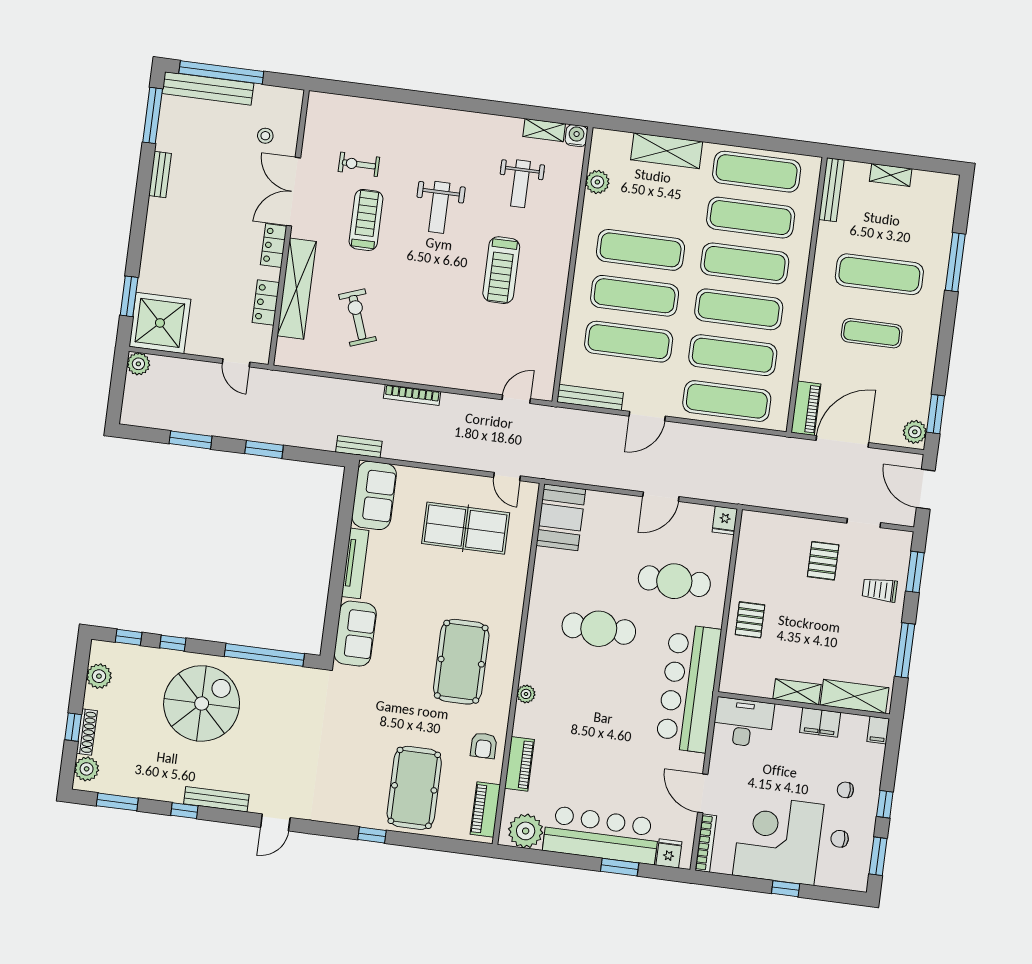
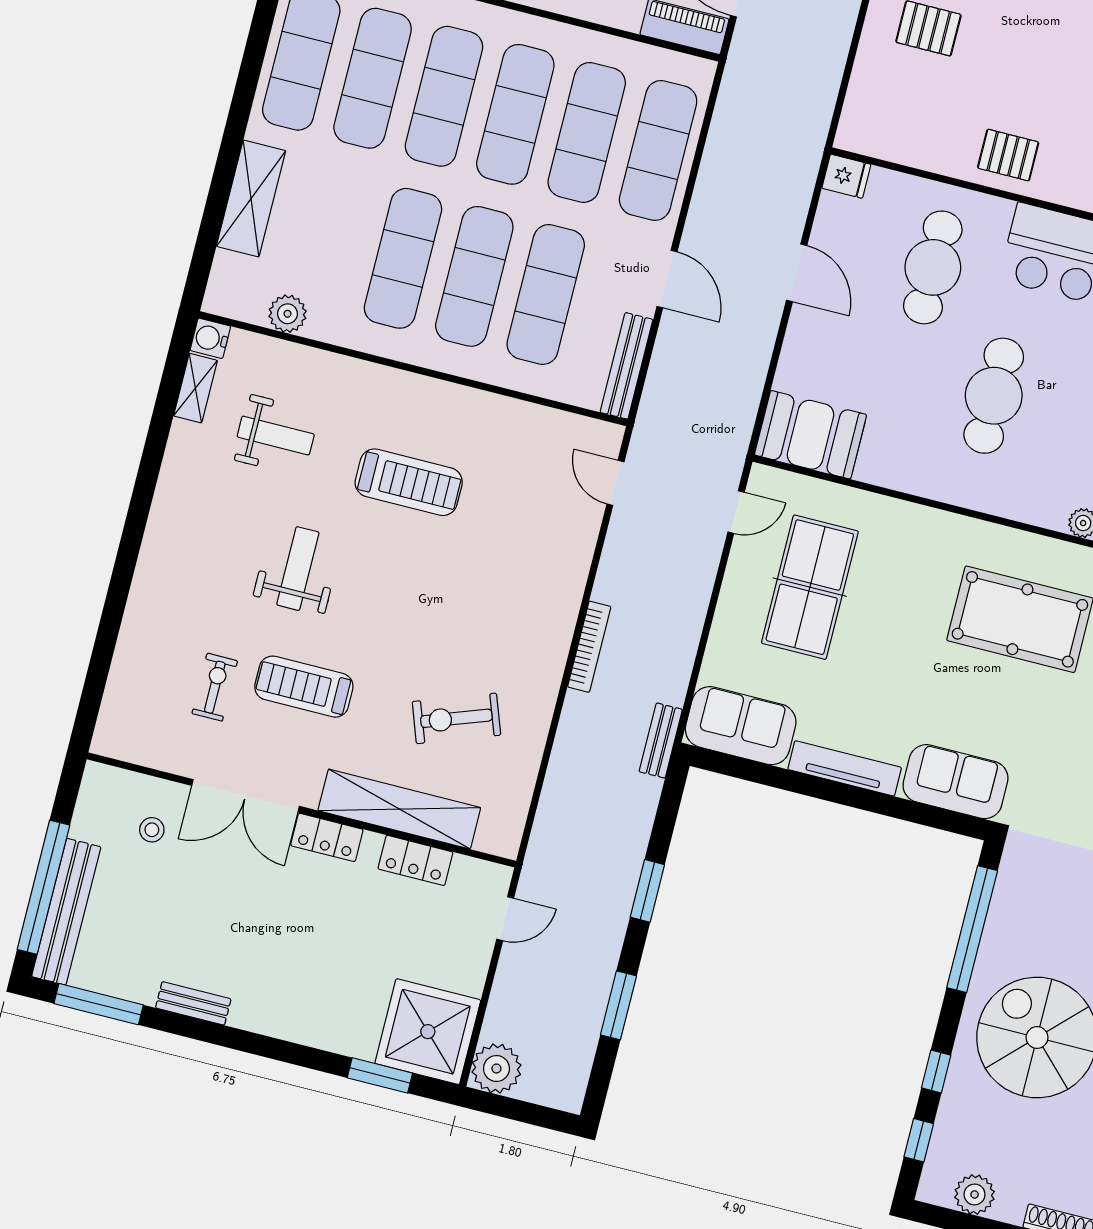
exercise bike: (359, 164) -> (215, 687), turned 180
weight bench: (439, 207) -> (298, 569), turned -90
plant: (138, 364) -> (496, 1069), width x1.36, depth x1.36

